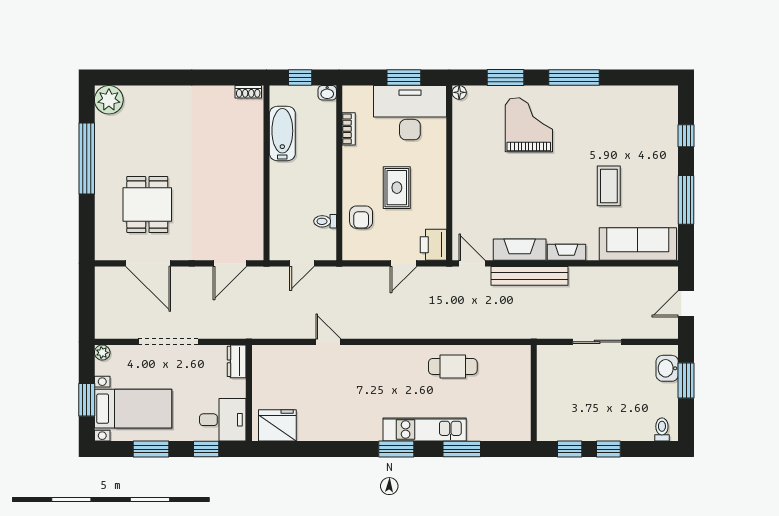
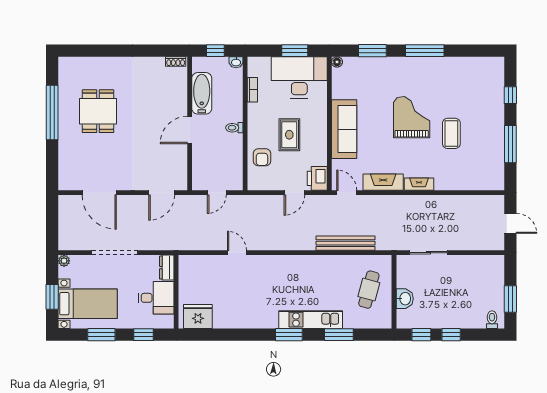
plant: (109, 100) -> (69, 68), removed
grand piano: (529, 125) -> (412, 117), moved
door: (266, 181) -> (190, 130), added
dining table: (147, 204) -> (98, 111), moved
toilet: (325, 221) -> (234, 128), moved
sofa: (638, 244) -> (344, 129), moved, turned 90
bench: (529, 276) -> (346, 243), moved
door: (686, 304) -> (510, 223), swing flipped
sliding door: (597, 342) -> (428, 253), moved
cafe table: (453, 366) -> (369, 290), moved, turned -75
washbasin: (667, 368) -> (405, 299), moved, turned 180
window: (686, 380) -> (510, 299), moved
desk: (223, 420) -> (156, 298), moved

